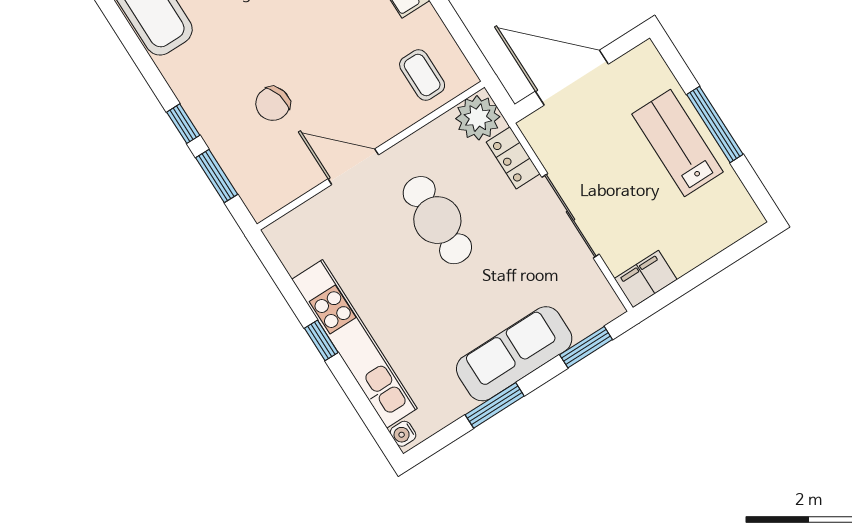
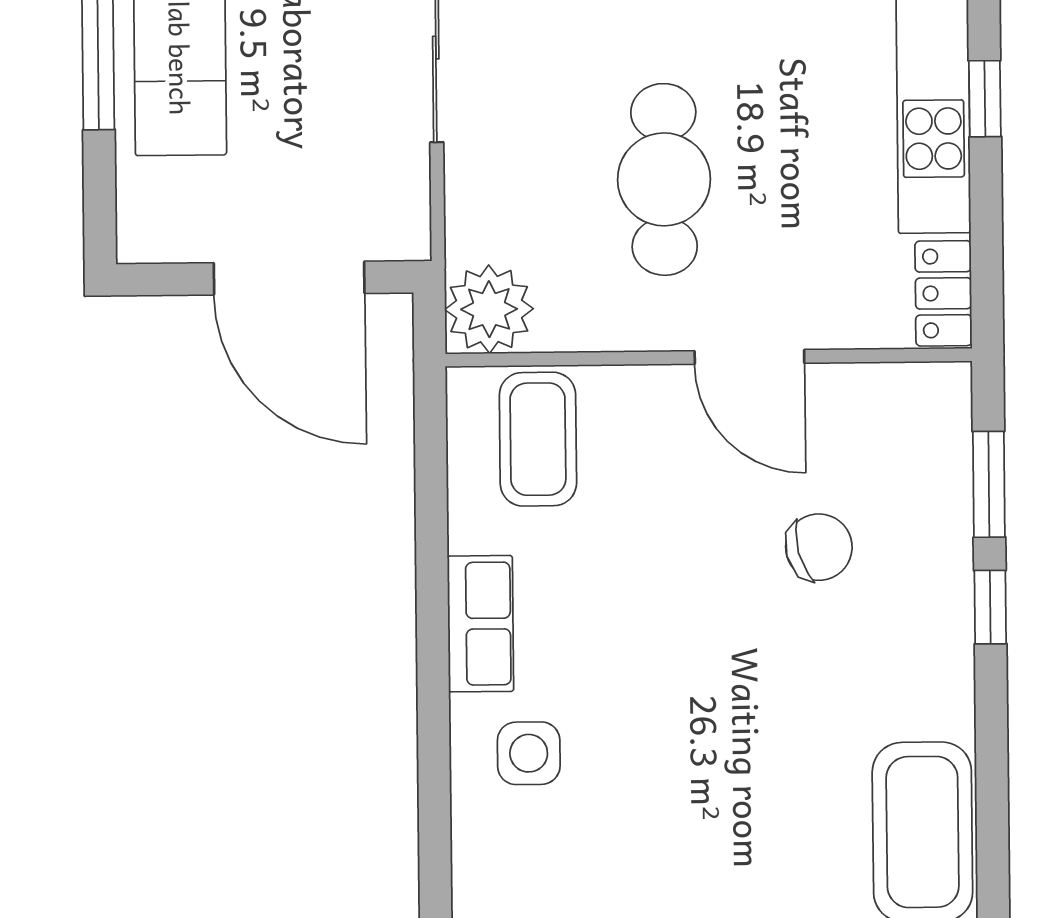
coffee table: (422, 75) -> (538, 439), width x1.36, depth x1.30
locker: (513, 158) -> (943, 293), moved, turned 180

